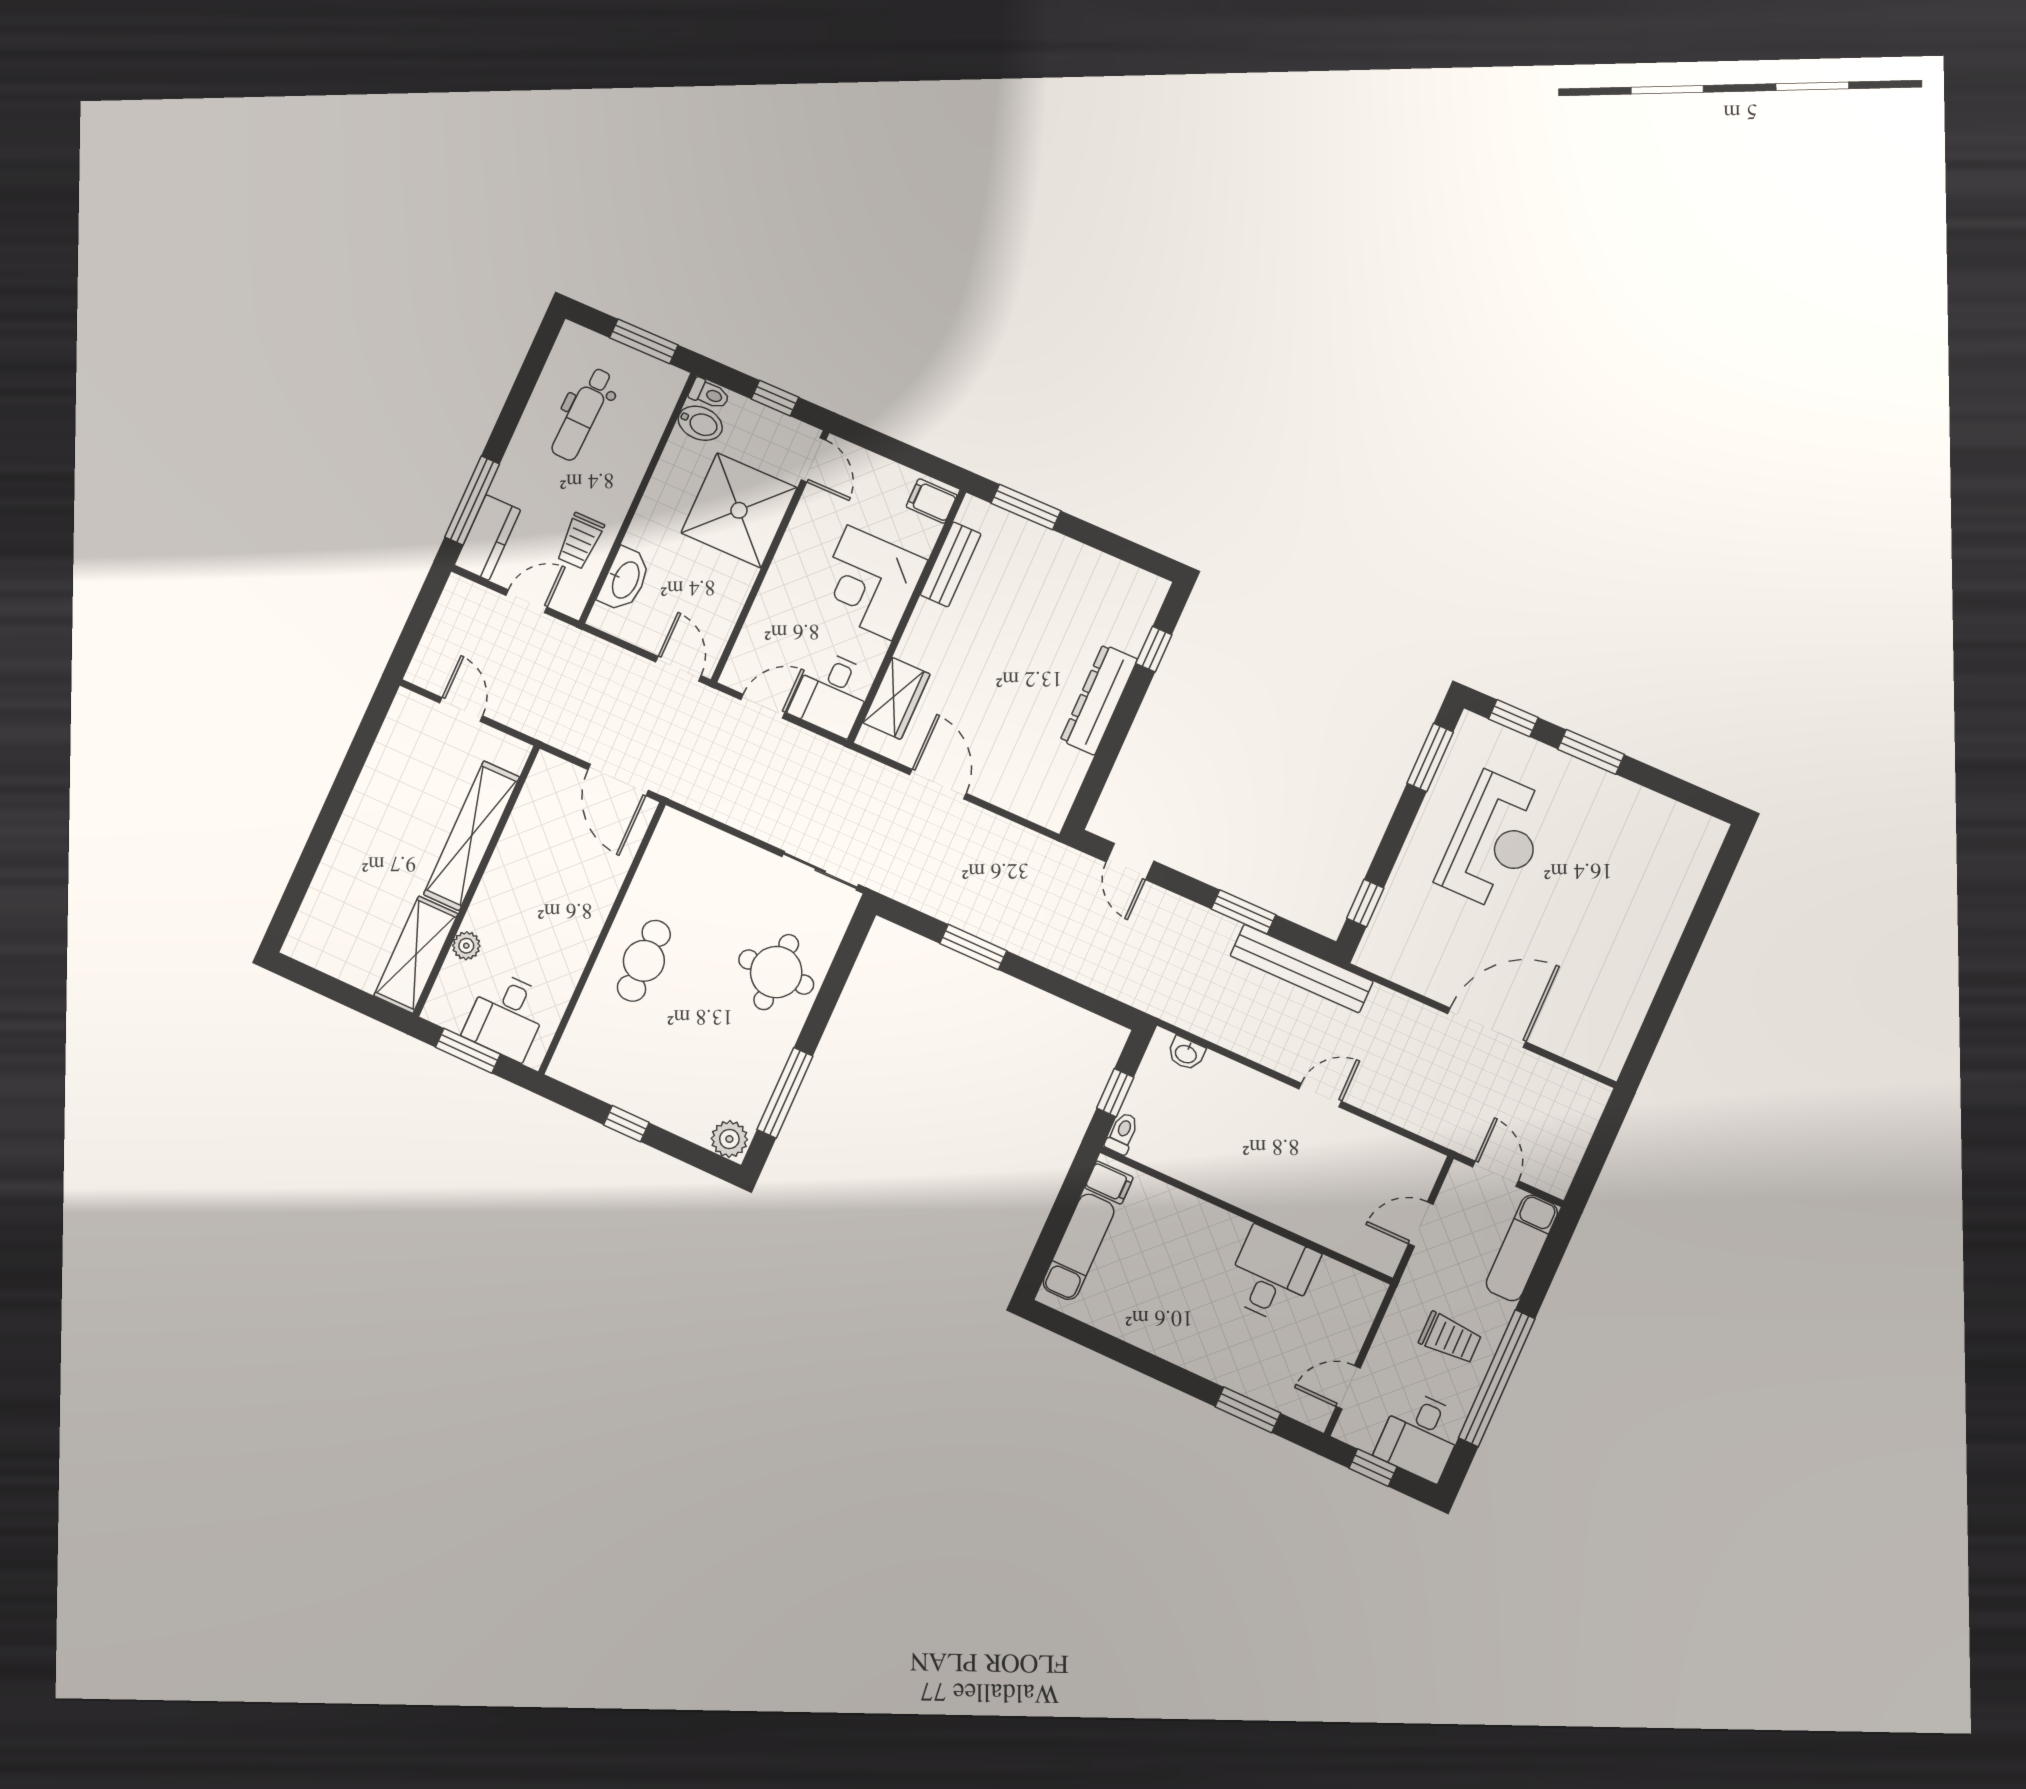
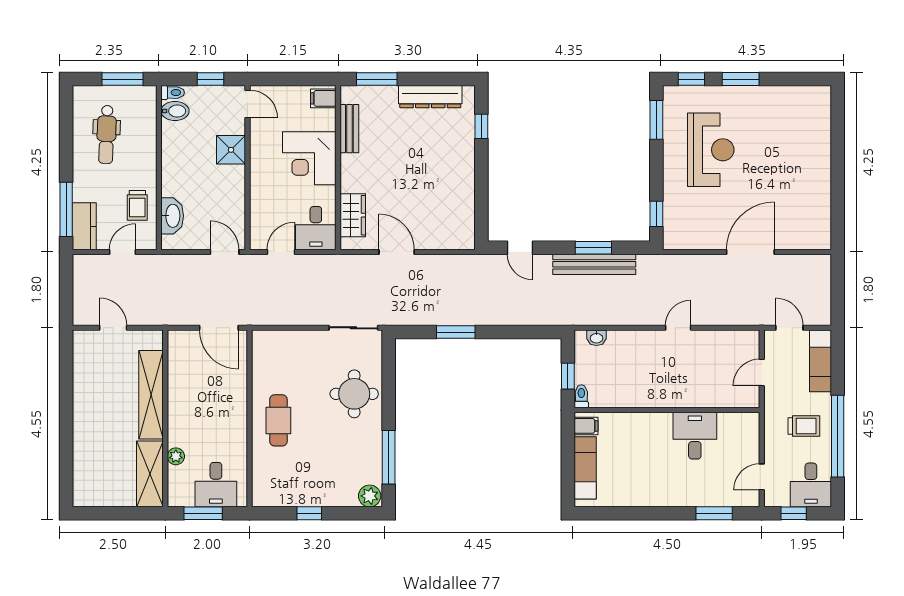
shower: (739, 510) -> (231, 150), width x0.54, depth x0.54
dresser: (1099, 700) -> (430, 97), moved, turned -90
bench: (1302, 969) -> (594, 264), moved

